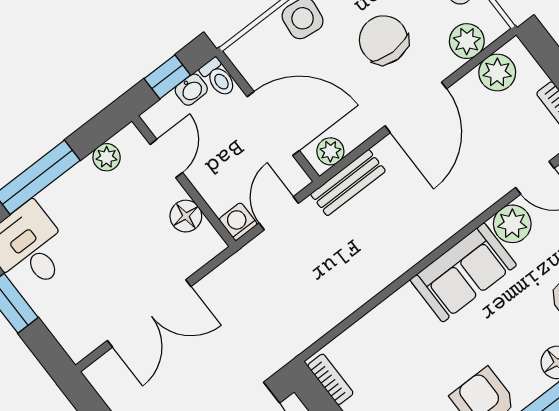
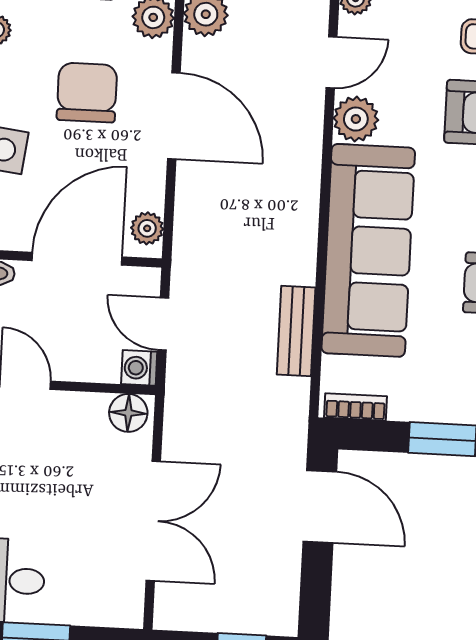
chair: (384, 40) -> (87, 93), turned 90
bench: (348, 183) -> (296, 331), moved
floor lamp: (186, 216) -> (128, 413), moved
sofa: (463, 272) -> (368, 250), width x1.85, depth x1.27

